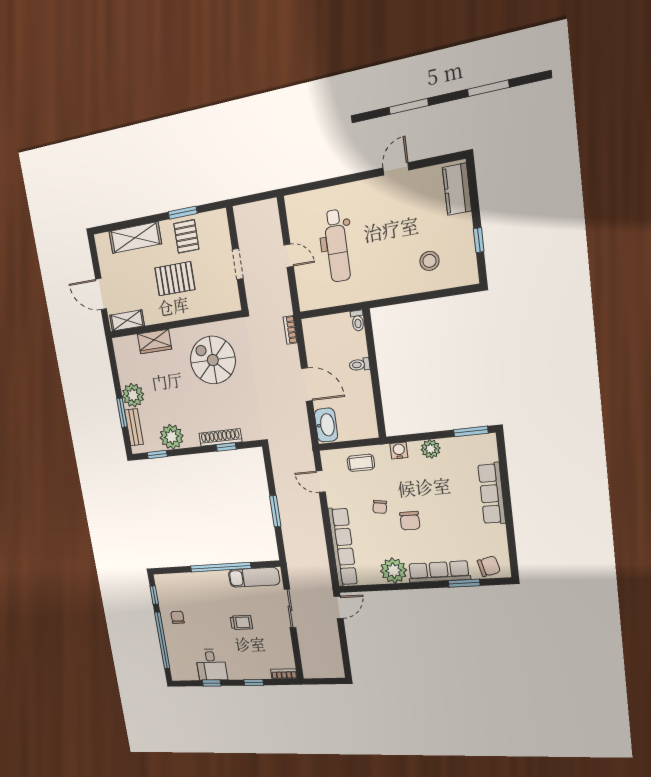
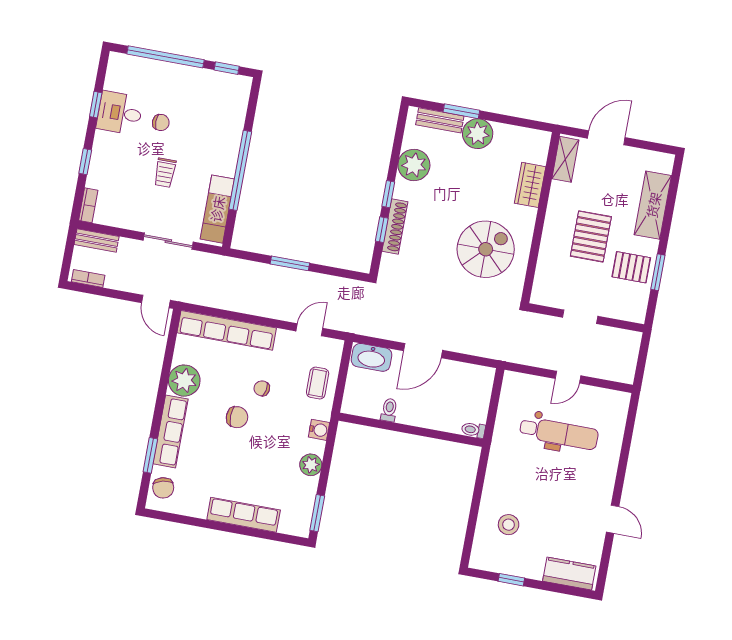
dental chair: (337, 246) -> (559, 433), turned 180
bookcase: (290, 330) -> (88, 278), moved
toilet: (360, 365) -> (389, 410), moved
window: (157, 455) -> (388, 194), moved
chair: (410, 521) -> (237, 417), turned 180
chair: (178, 617) -> (161, 122), moved
bench: (308, 662) -> (97, 240), added

